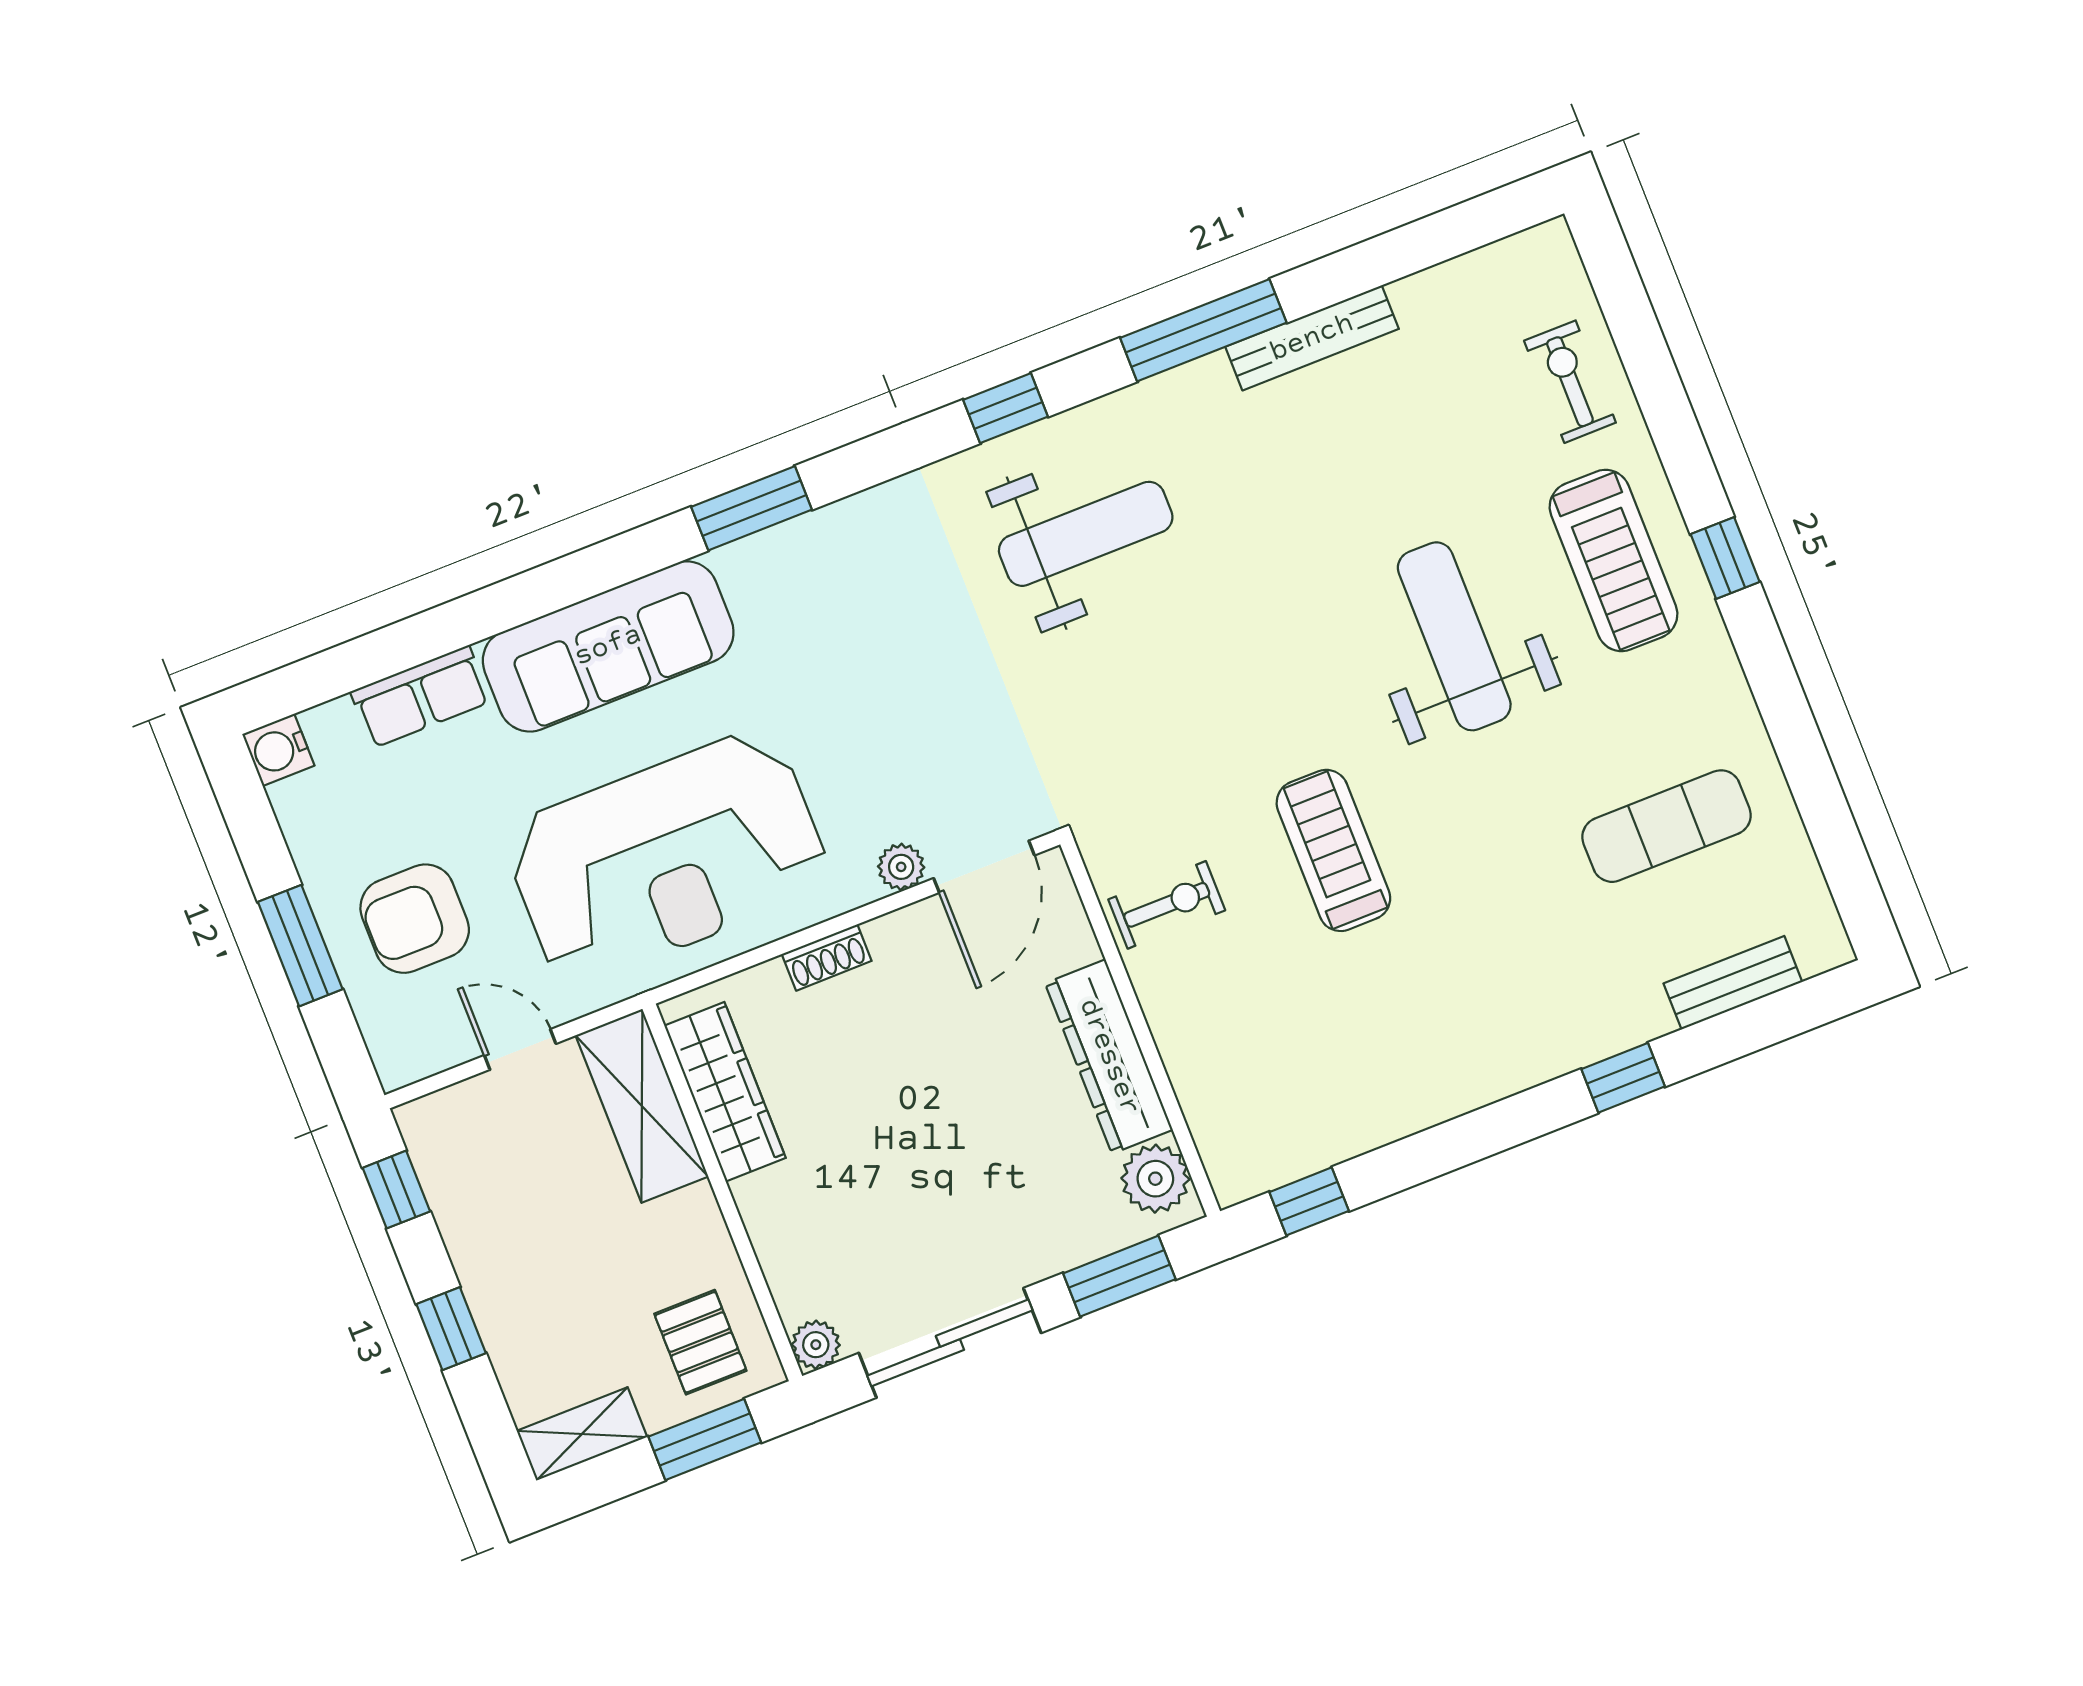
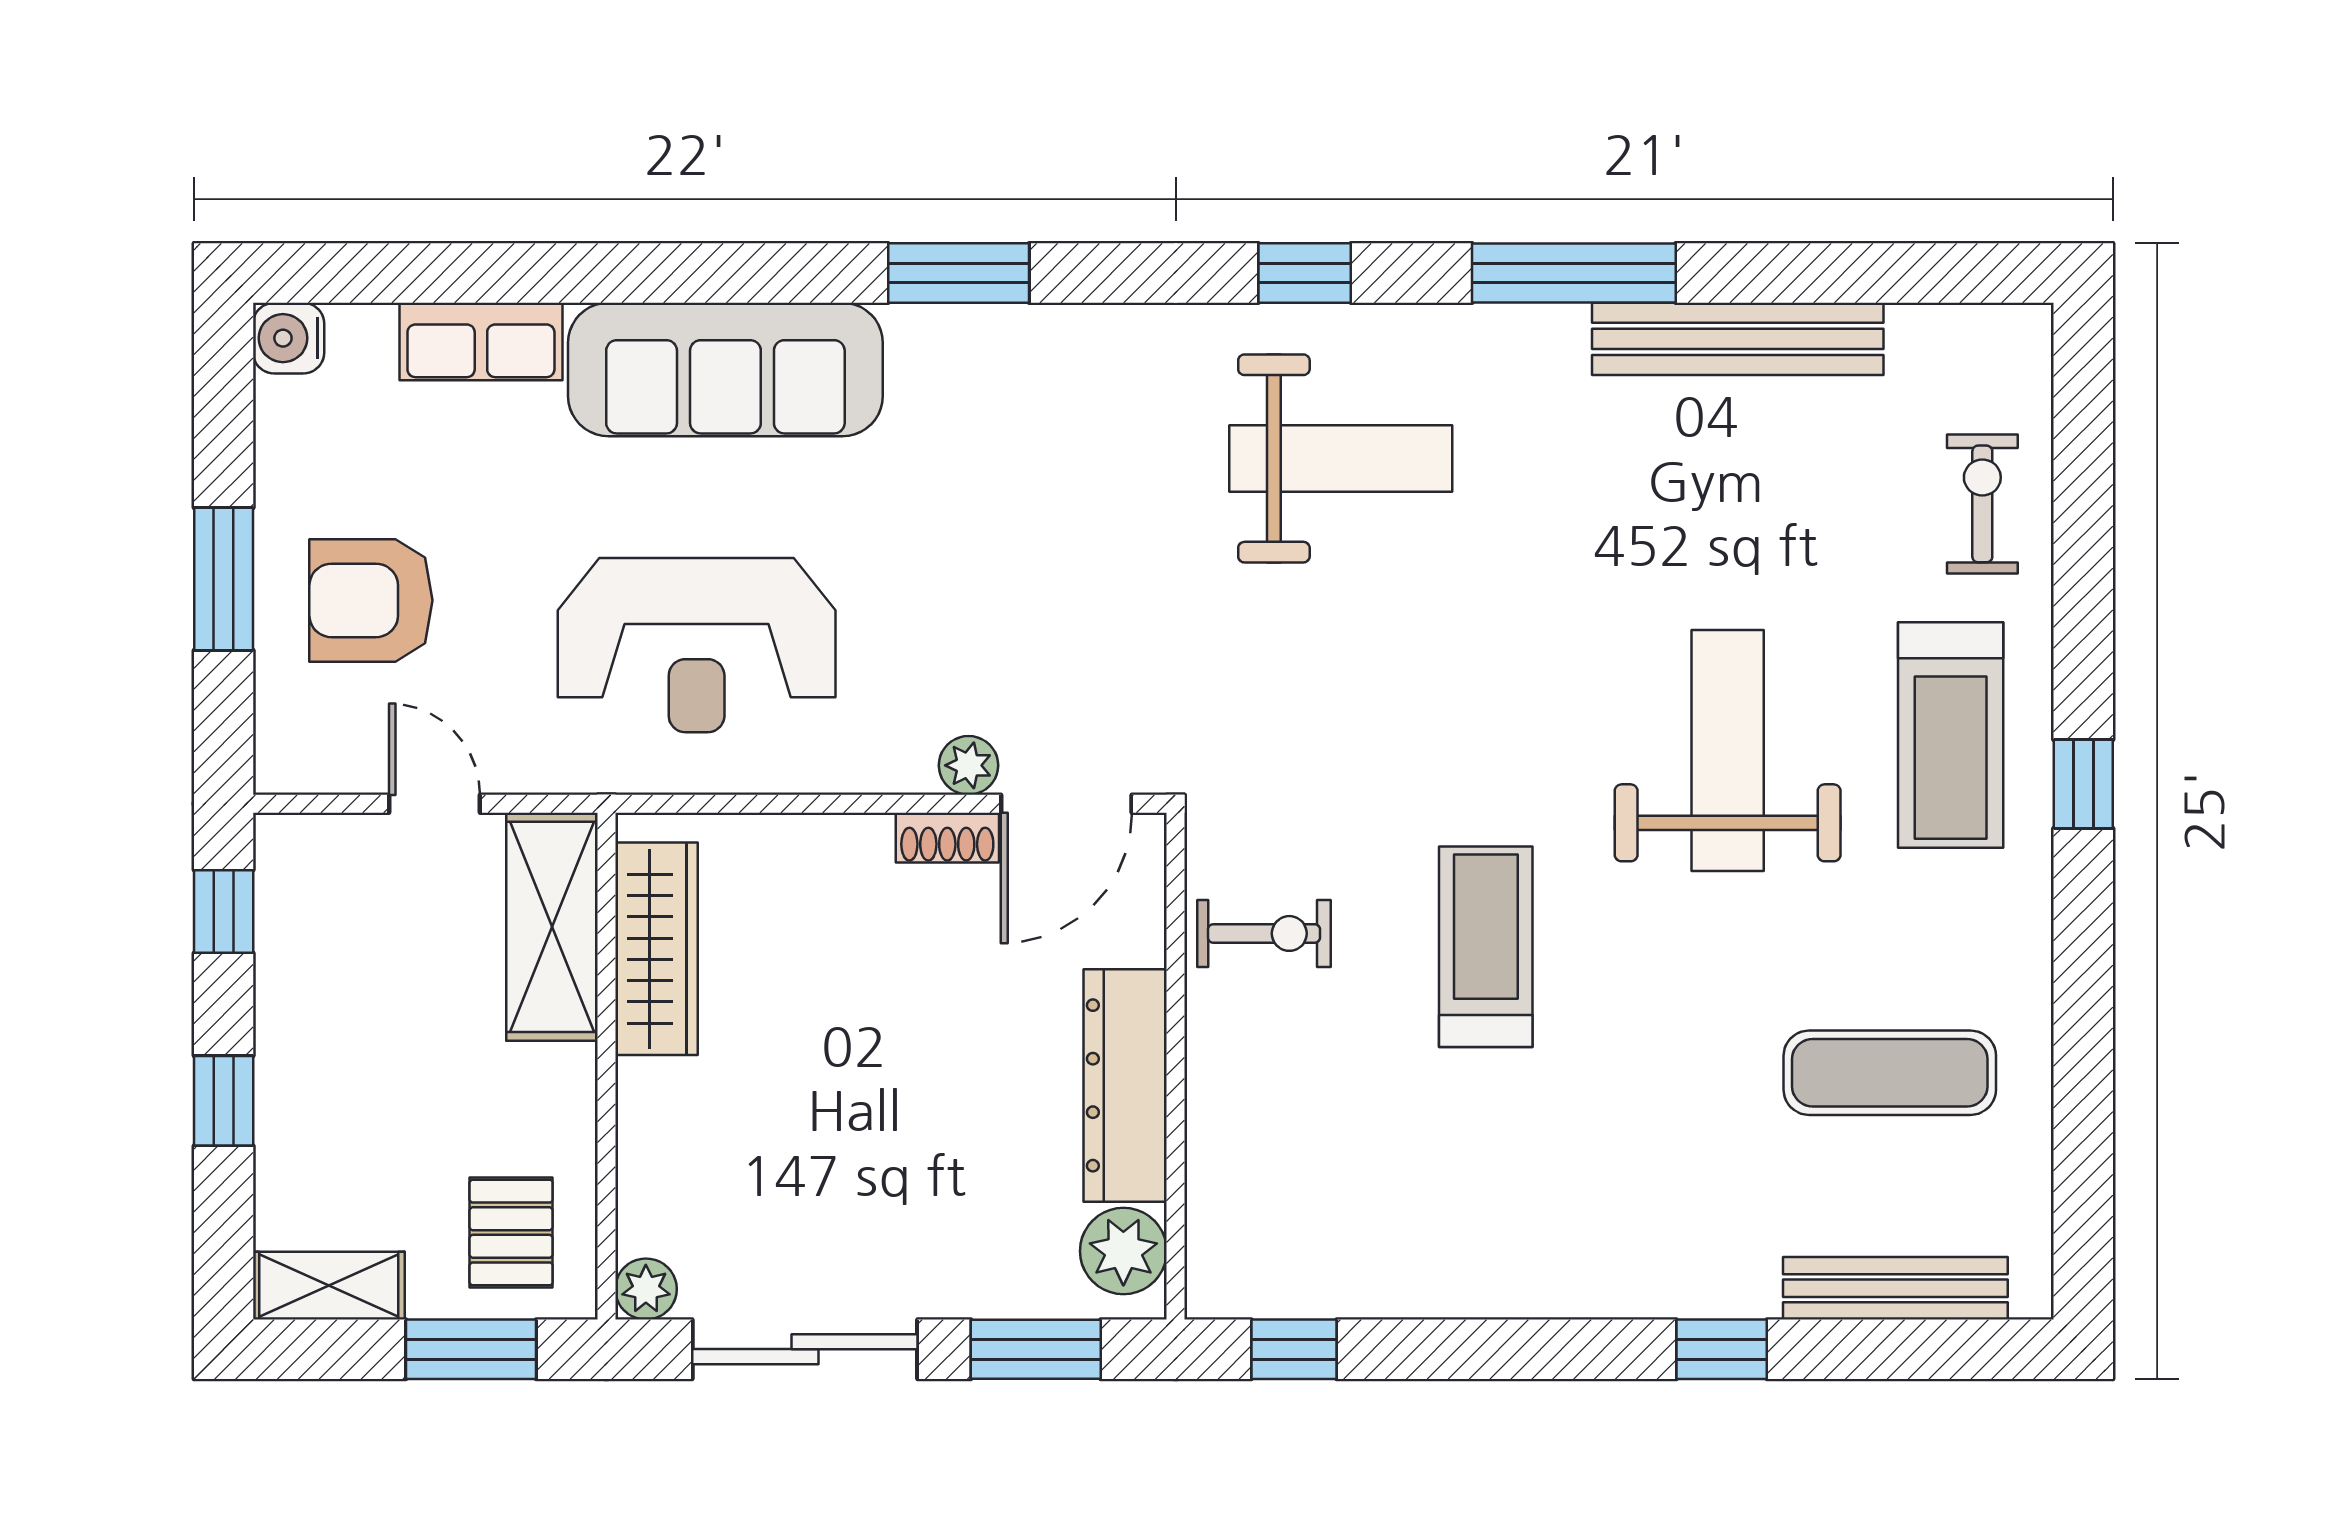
bench: (1312, 338) -> (1738, 339), width x1.37, depth x1.21
reception desk: (667, 857) -> (697, 645), width x0.74, depth x0.77
shoe rack: (827, 958) -> (947, 838), moved
bench: (1733, 983) -> (1895, 1288), width x1.36

